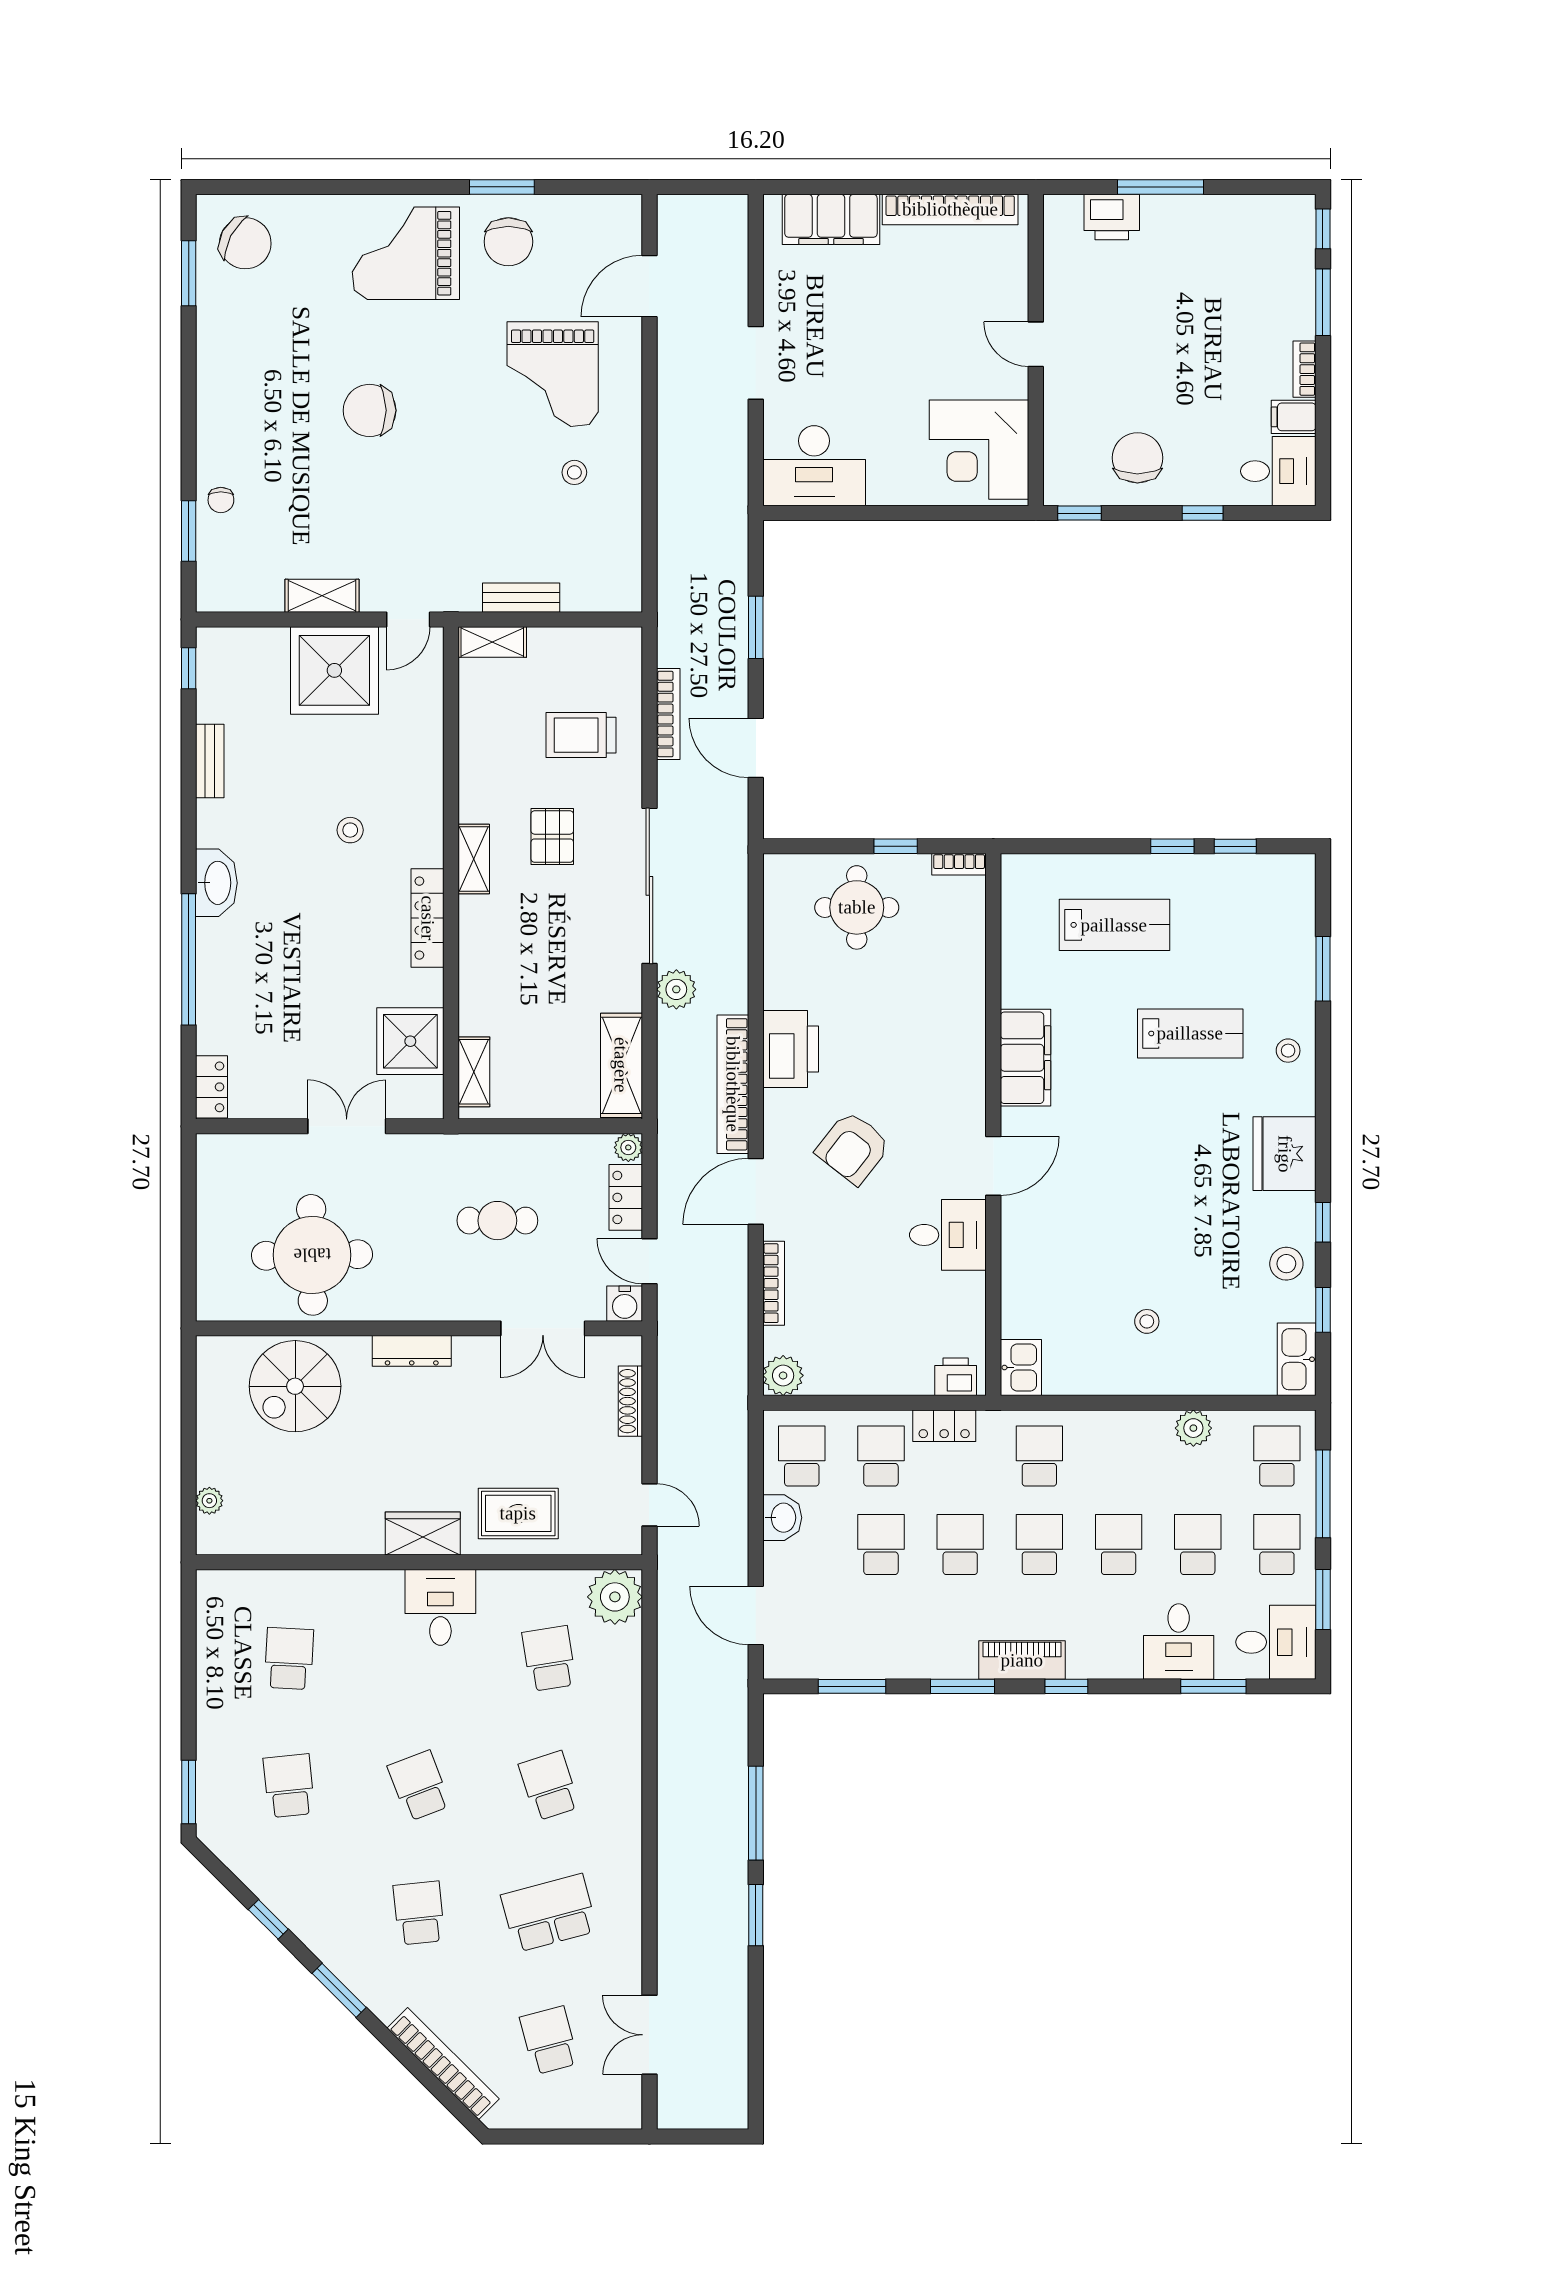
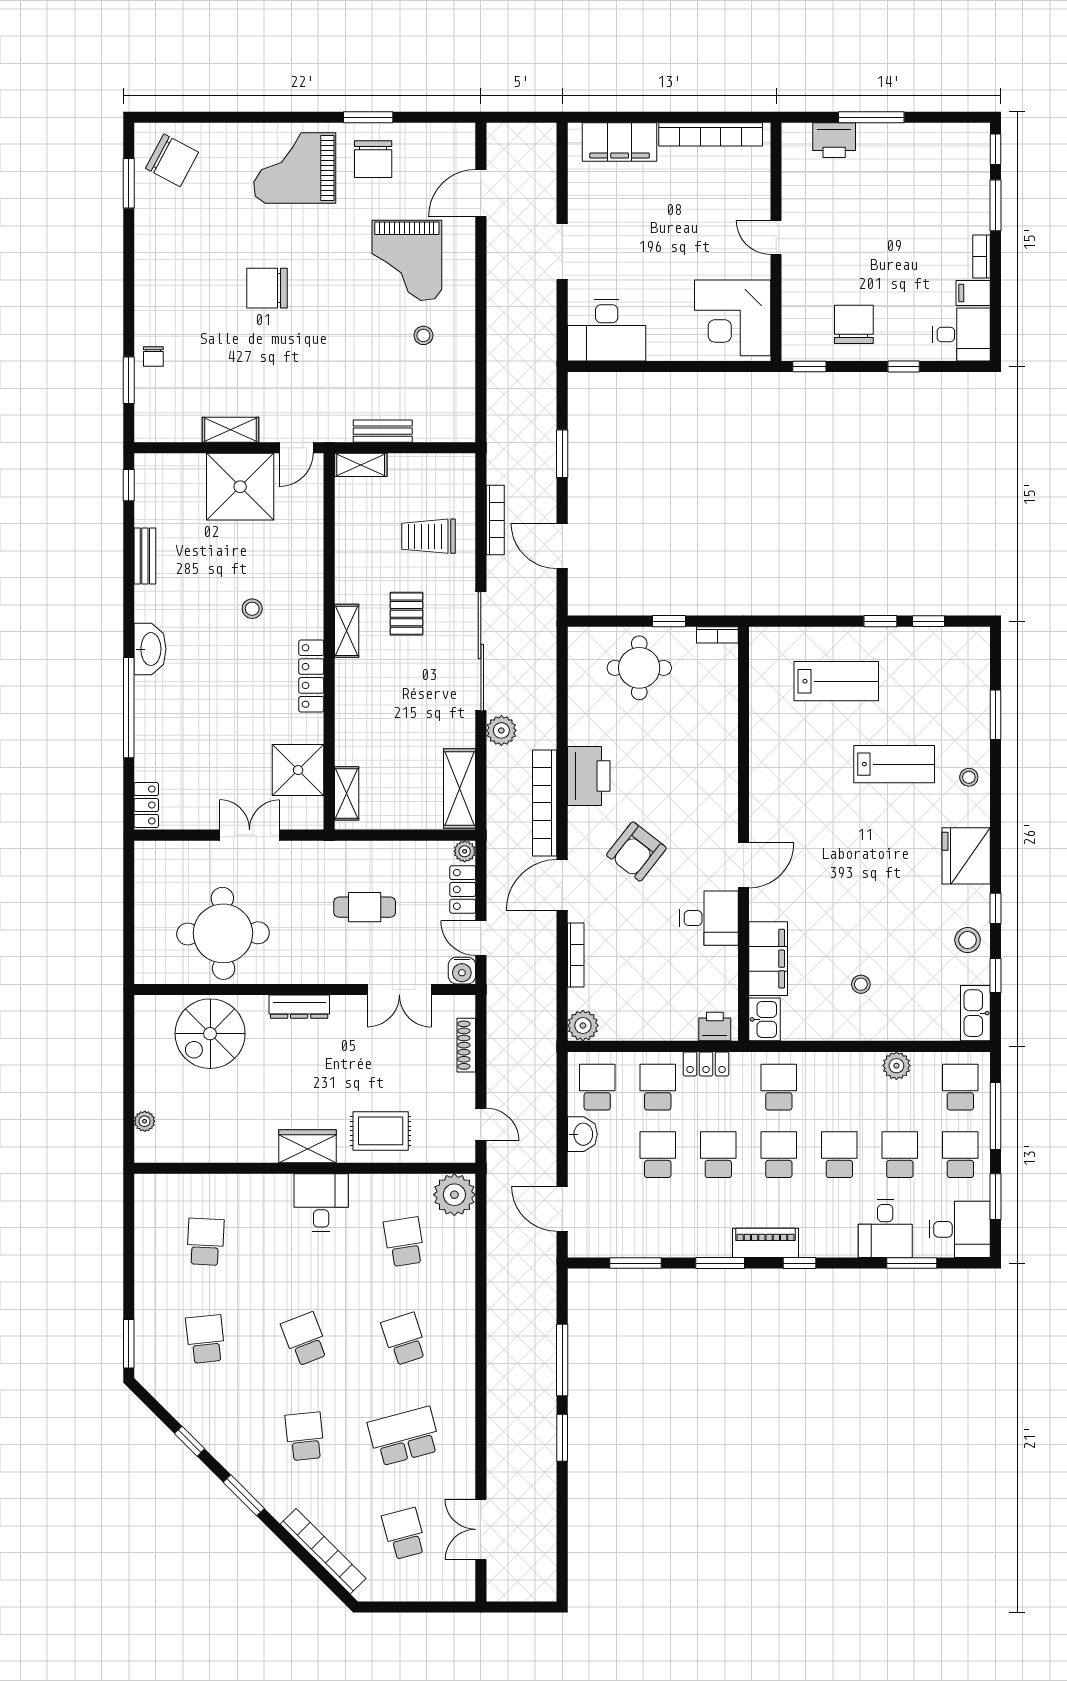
filing cabinet: (1026, 1058) -> (768, 959), moved

